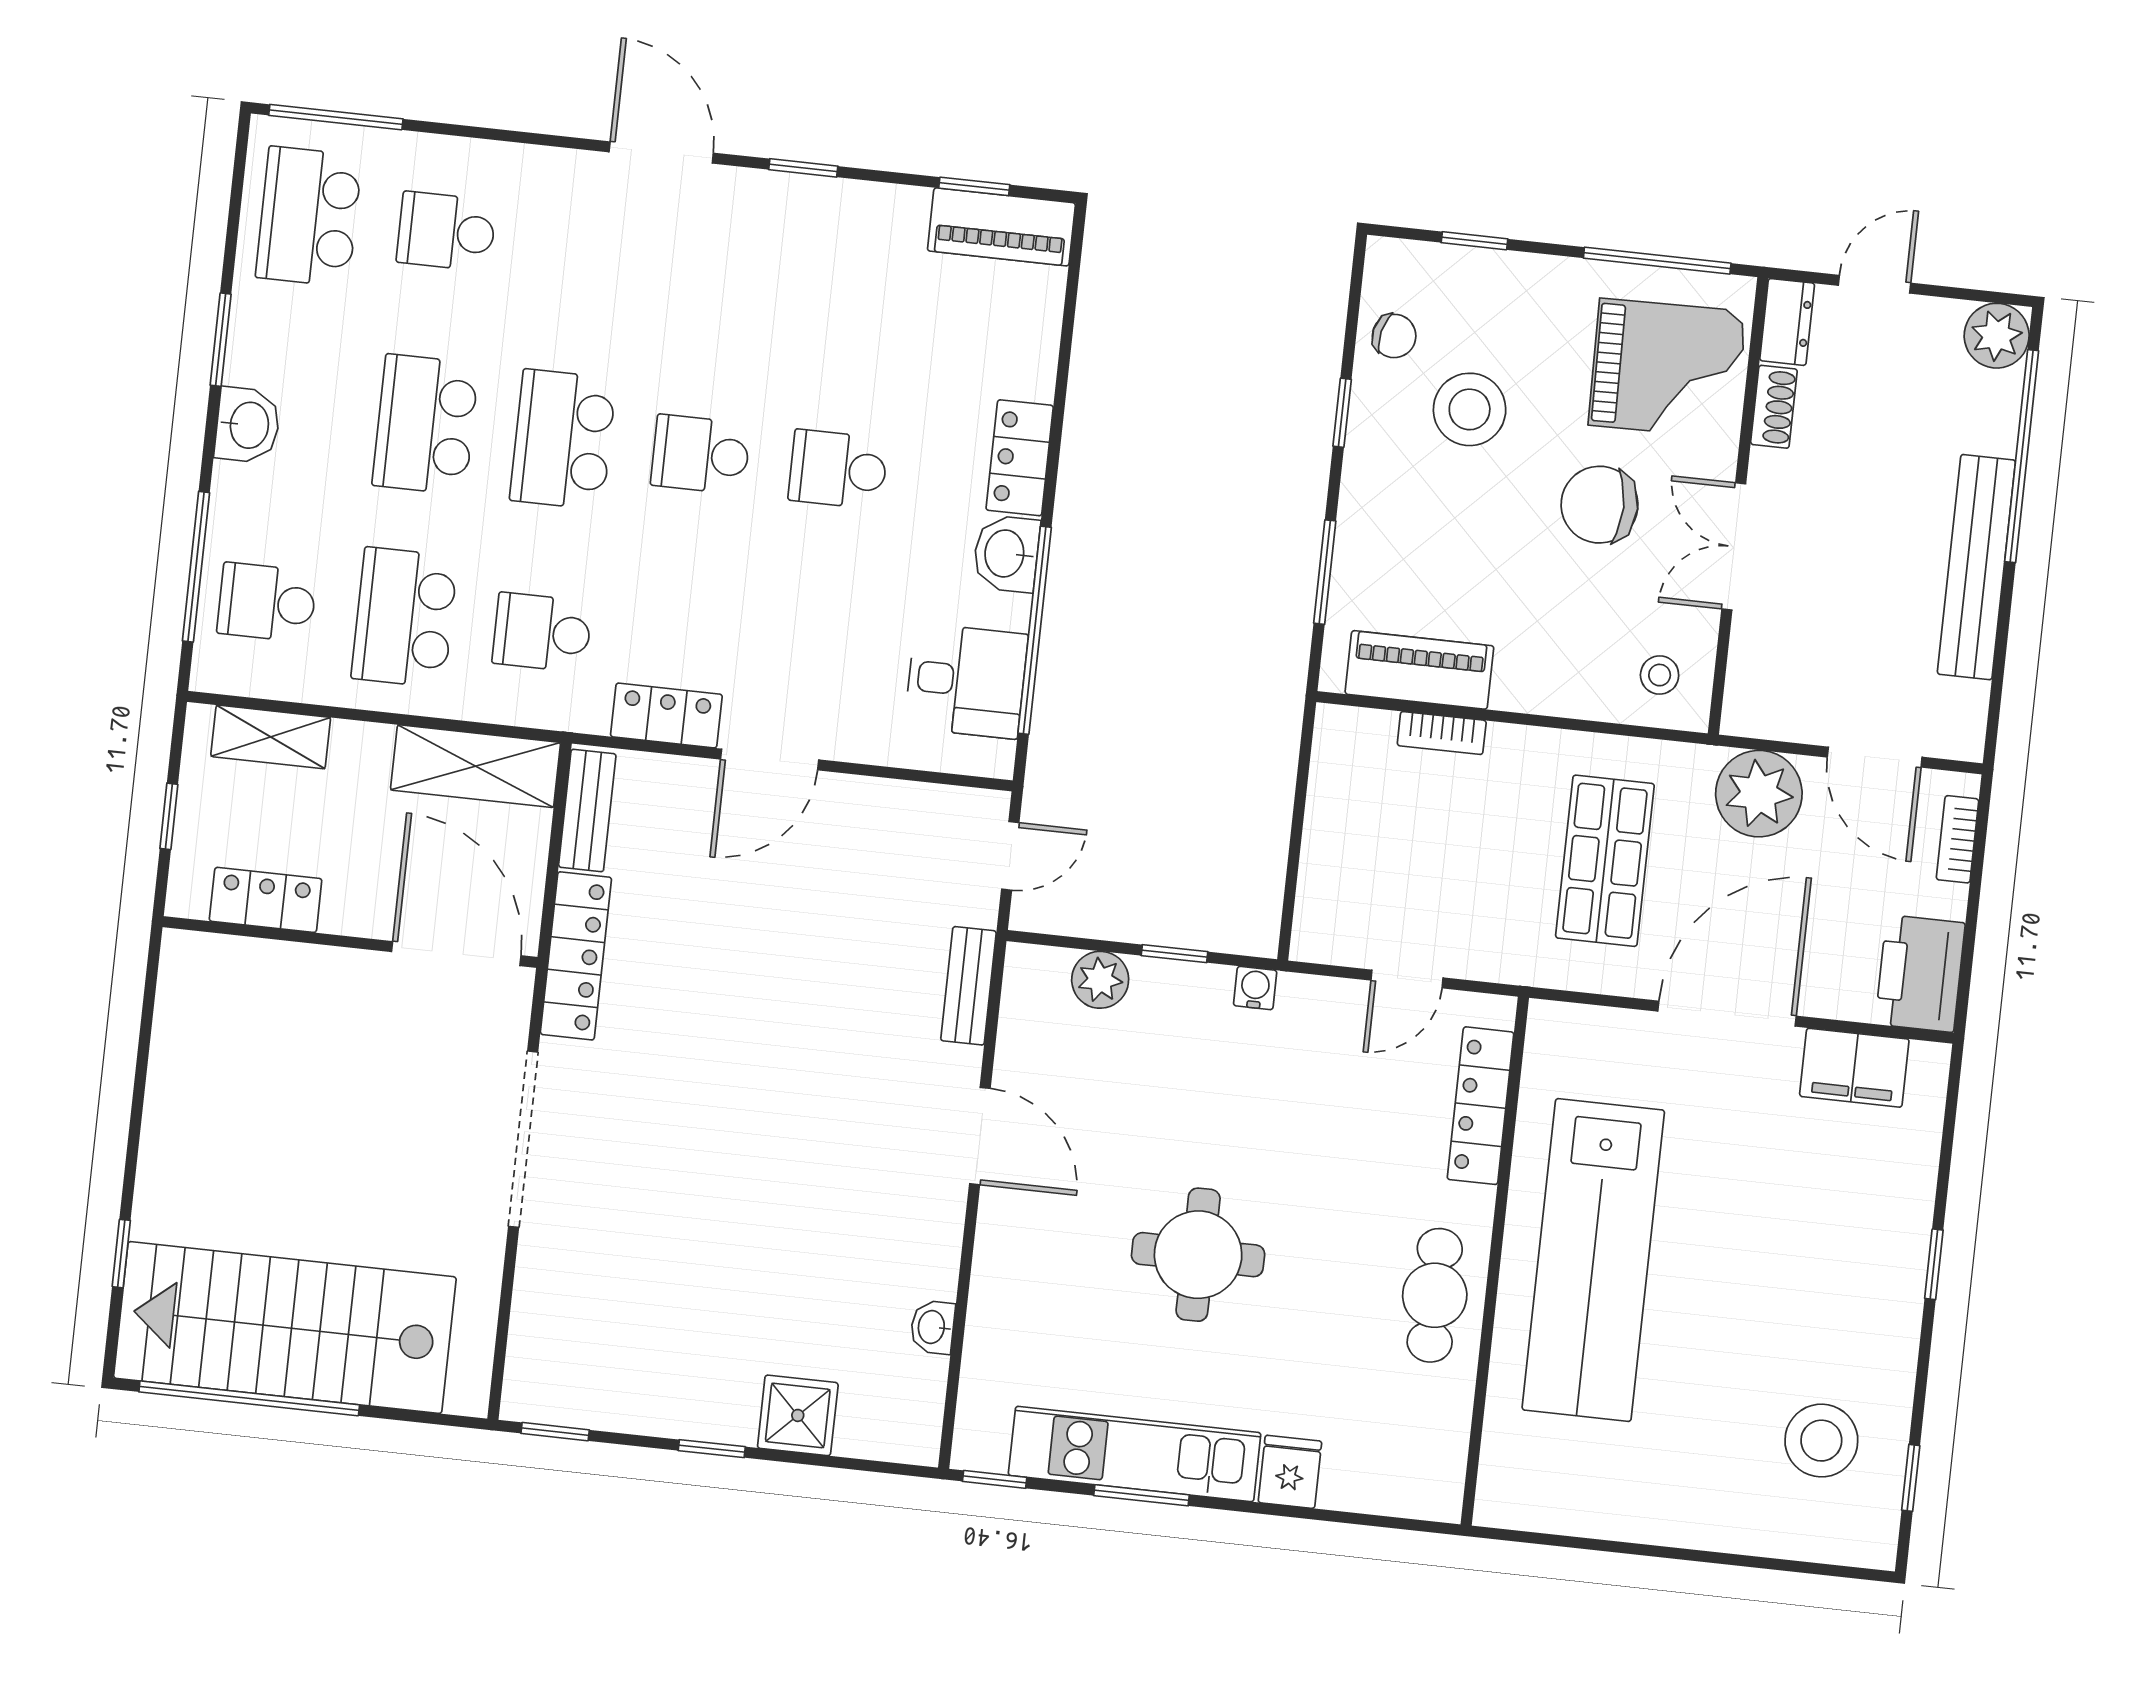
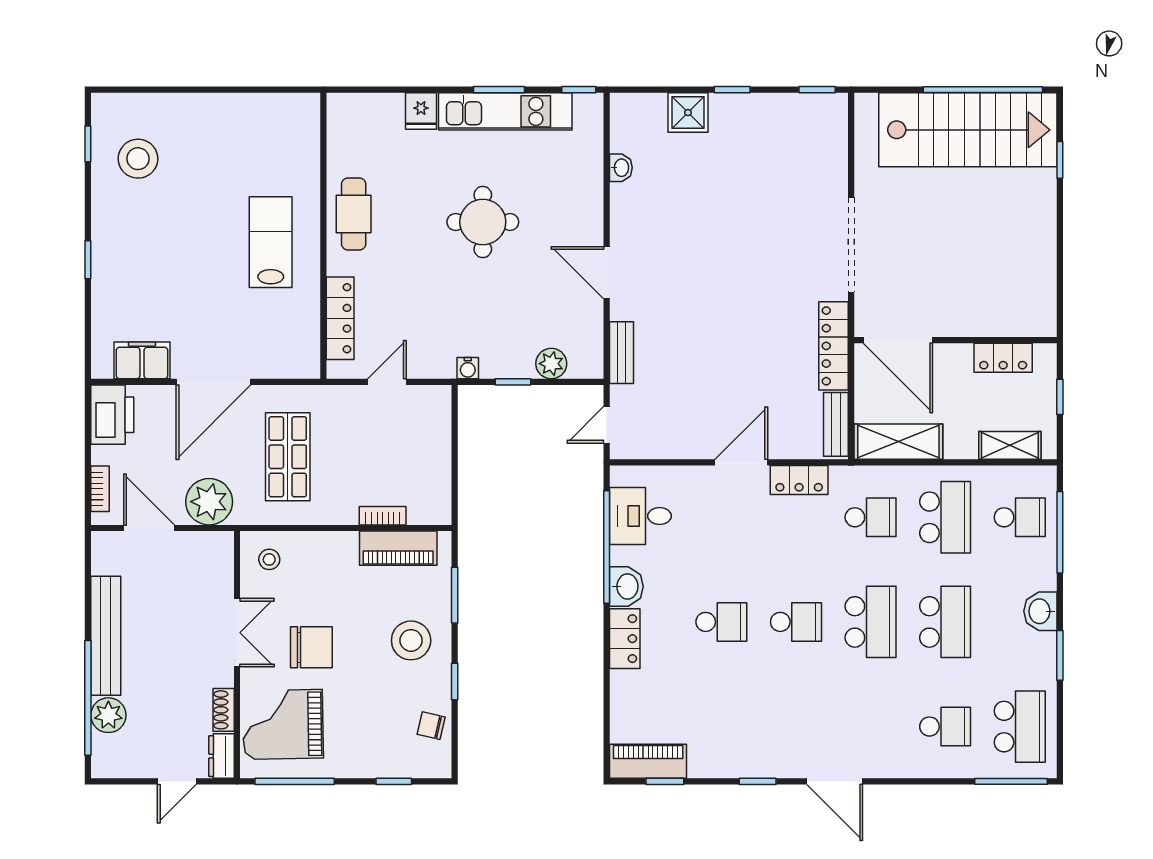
plant: (1997, 336) -> (108, 715), moved
stool: (1470, 409) -> (411, 640), moved
lab bench: (1593, 1260) -> (271, 242), width x0.54, depth x0.72

